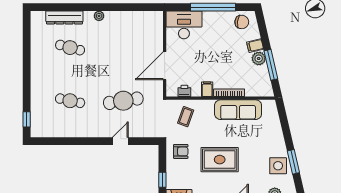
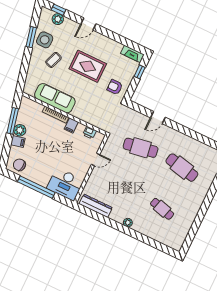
dresser: (64, 17) -> (96, 206), moved
door: (165, 66) -> (96, 159), width x0.53
cafe table: (70, 101) -> (182, 168), width x1.37, depth x1.35
coffee table: (186, 117) -> (53, 60), moved

